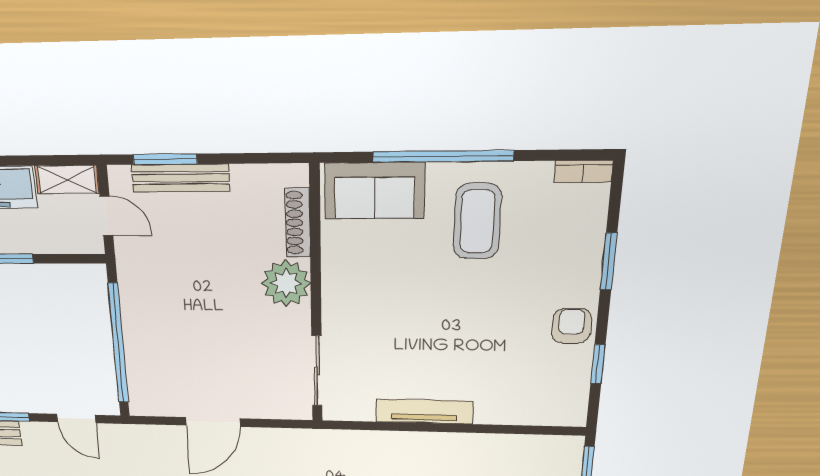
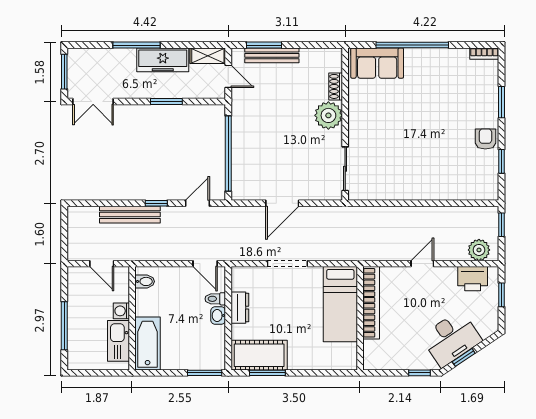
coffee table: (477, 221) -> (432, 80), removed
shoe rack: (298, 223) -> (336, 86), width x0.70
tv unit: (424, 411) -> (407, 193), removed
door: (76, 419) -> (197, 203), swing flipped

